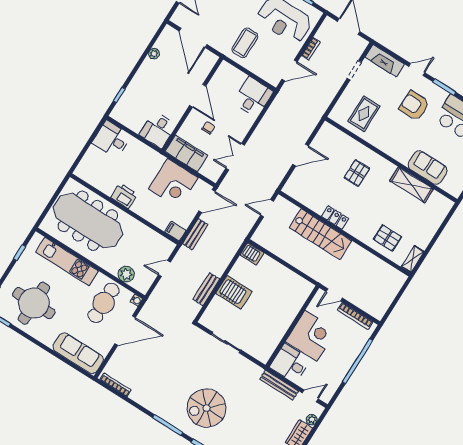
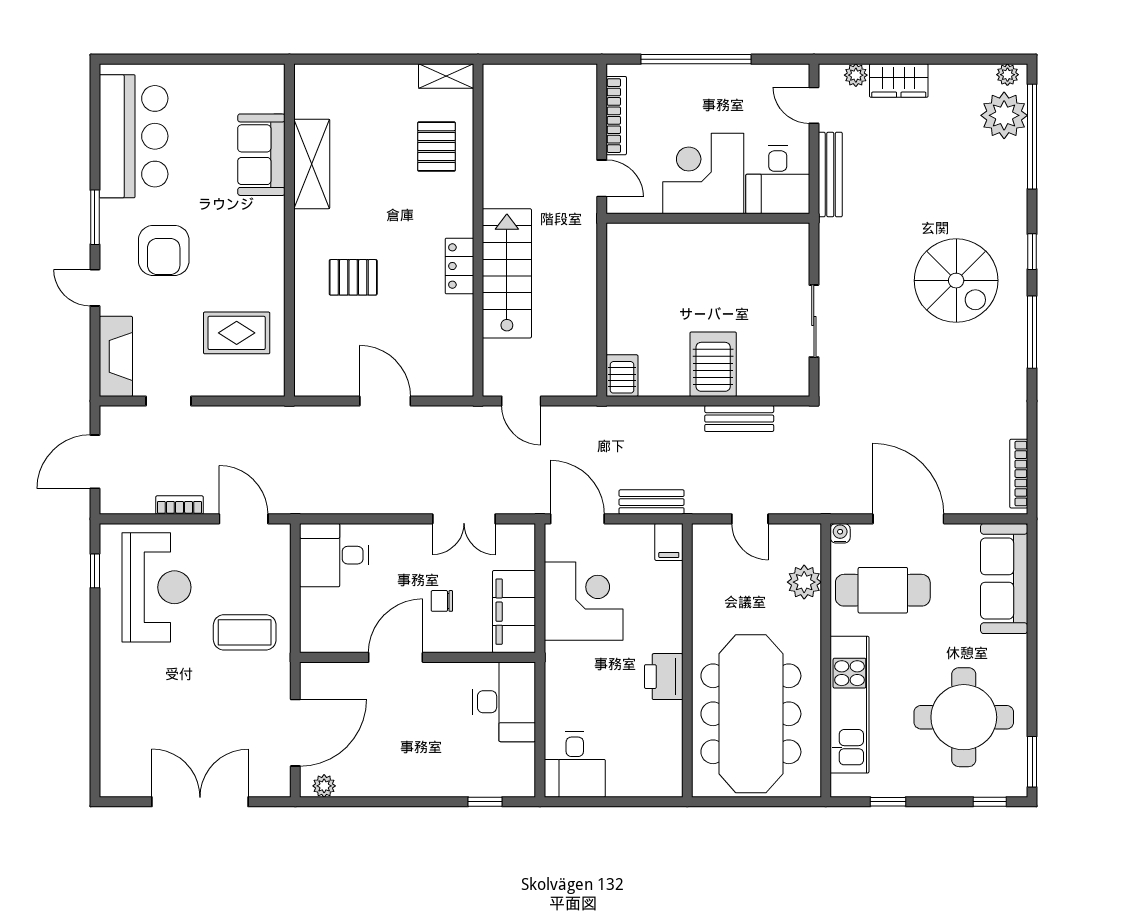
plant: (154, 54) -> (324, 786), moved
desk: (158, 130) -> (504, 702), width x1.37

